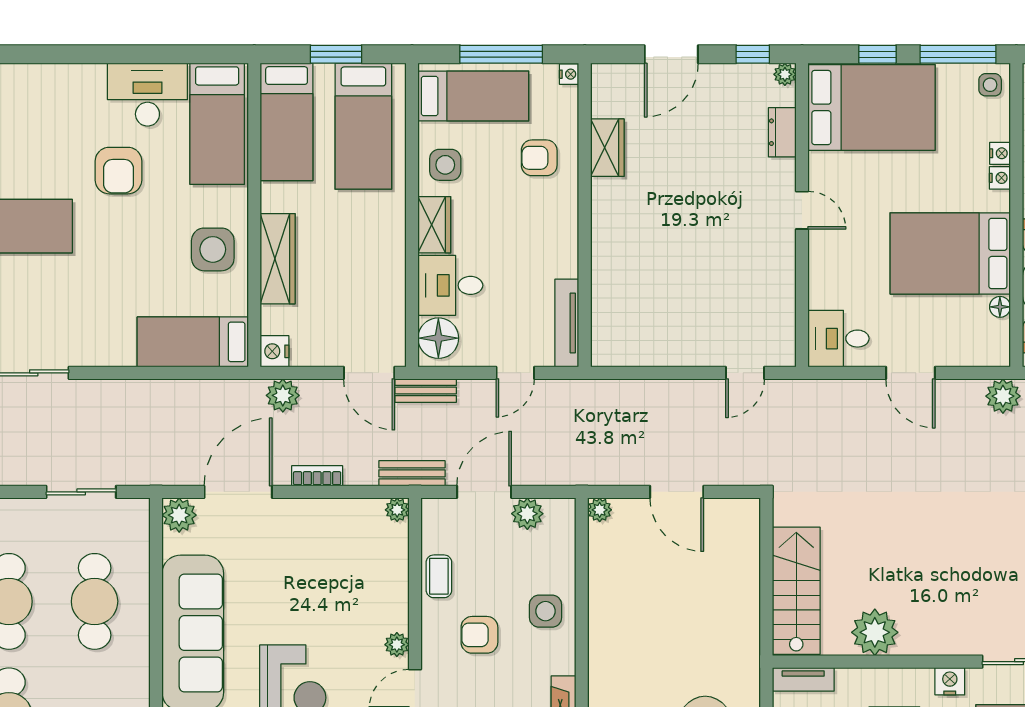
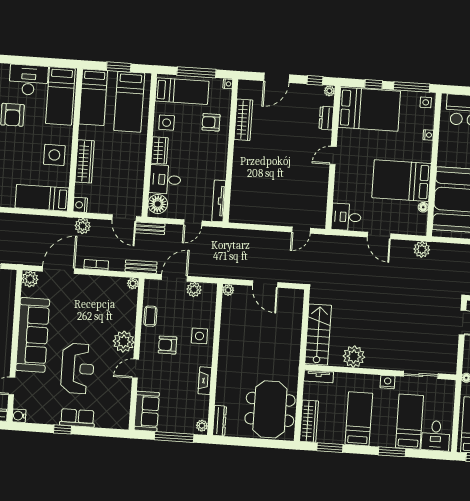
wardrobe: (607, 148) -> (243, 120), width x1.50
nightstand: (1000, 178) -> (427, 147), removed
door: (802, 210) -> (333, 155), swing flipped
plant: (397, 645) -> (124, 342), width x1.87, depth x1.87

